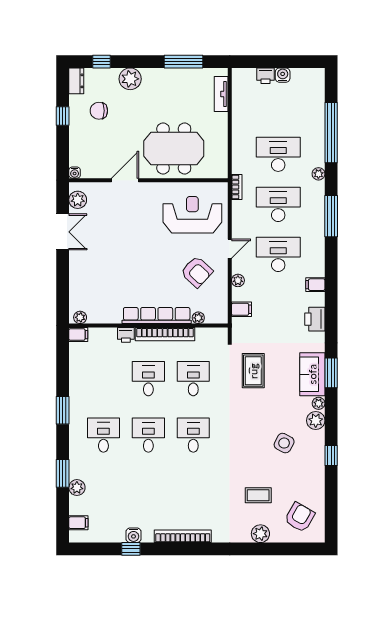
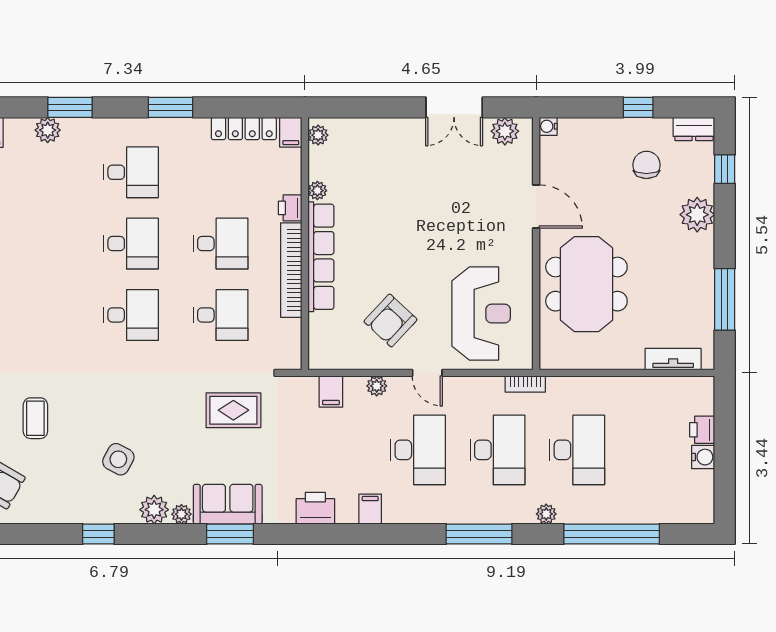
plant: (198, 318) -> (317, 191), moved
locker: (76, 364) -> (244, 129), added

